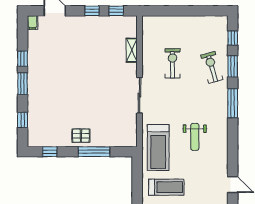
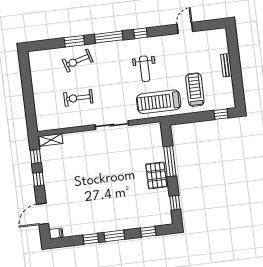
window: (233, 38) -> (140, 33), moved
shelving: (132, 50) -> (51, 140), moved
pallet: (81, 136) -> (156, 175), width x1.50, depth x1.42
weight bench: (195, 137) -> (145, 69), turned 90
treadmill: (158, 147) -> (159, 102), turned 180

